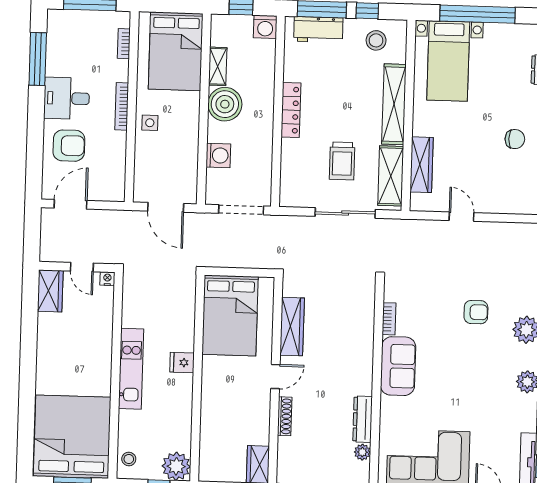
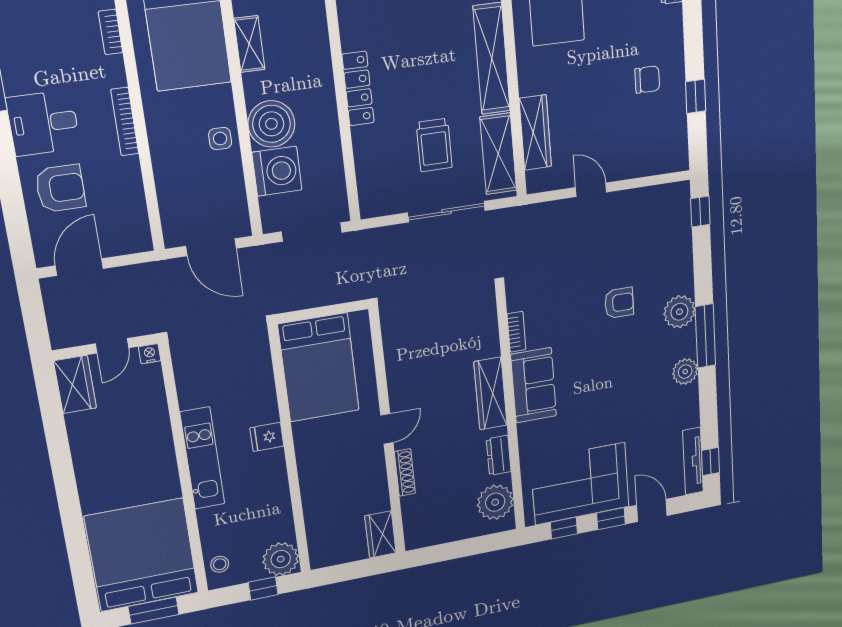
boiler: (225, 104) -> (271, 124), moved
side table: (150, 123) -> (220, 139), moved
washing machine: (218, 155) -> (277, 171), width x1.37, depth x1.37
door: (82, 267) -> (112, 346), hinge flipped
wardrobe: (292, 327) -> (491, 394), moved, turned 180
dresser: (363, 419) -> (499, 455), width x0.70
plant: (362, 452) -> (495, 502), width x1.87, depth x1.87

